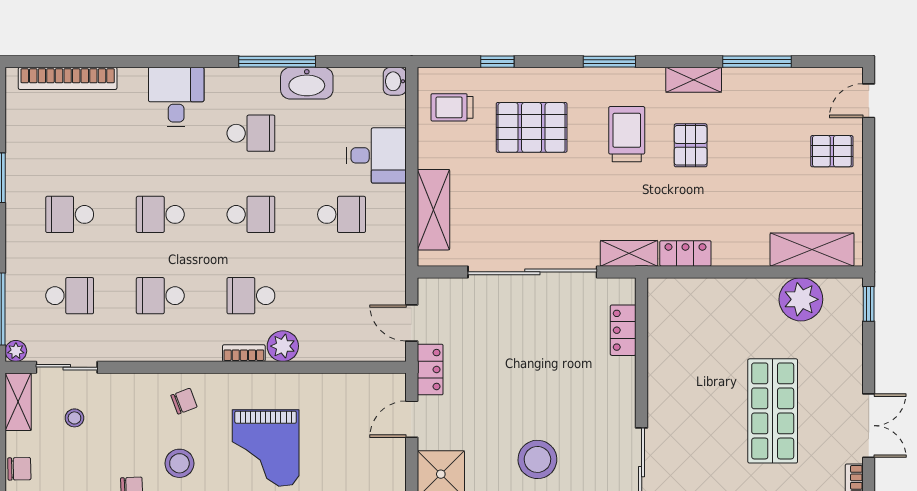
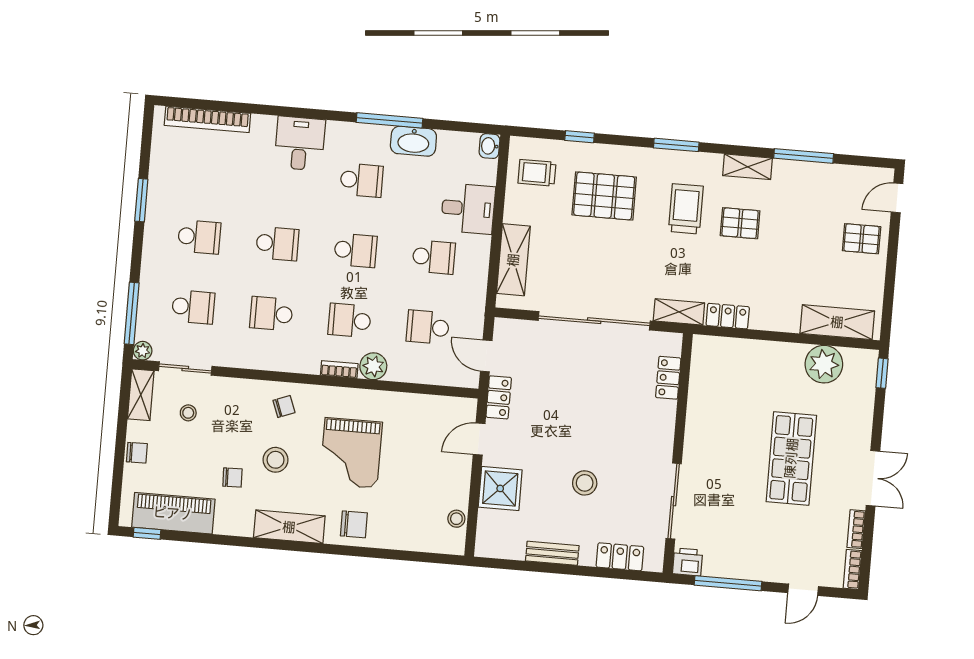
pallet: (691, 145) -> (740, 223), turned 90
school desk: (70, 214) -> (199, 237), turned 180
school desk: (160, 214) -> (277, 244), turned 180
school desk: (342, 296) -> (428, 327), added
stool: (537, 459) -> (585, 483), width x0.73, depth x0.73

